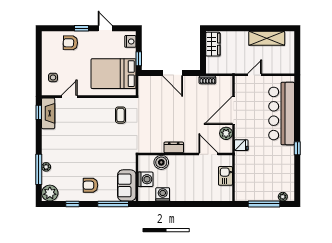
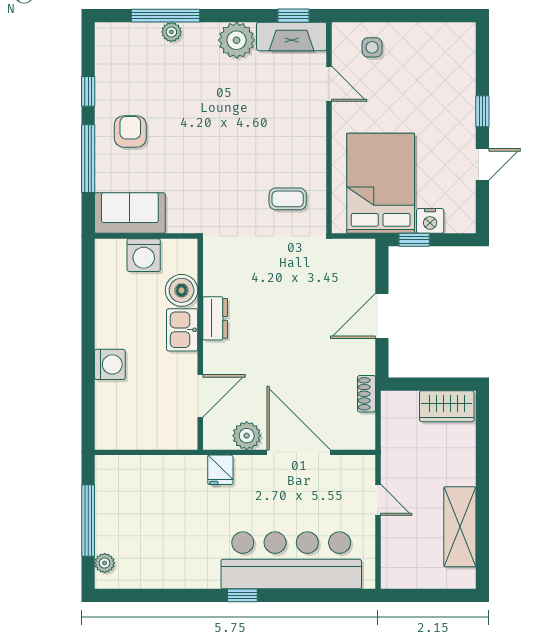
nightstand: (130, 41) -> (430, 221), moved
armchair: (70, 43) -> (450, 87), removed
window: (297, 148) -> (242, 595), moved
kitchen sink: (225, 176) -> (182, 330), moved, turned -90
plant: (50, 193) -> (237, 40), moved
washing machine: (163, 194) -> (110, 364), moved
window: (113, 204) -> (88, 159), moved

